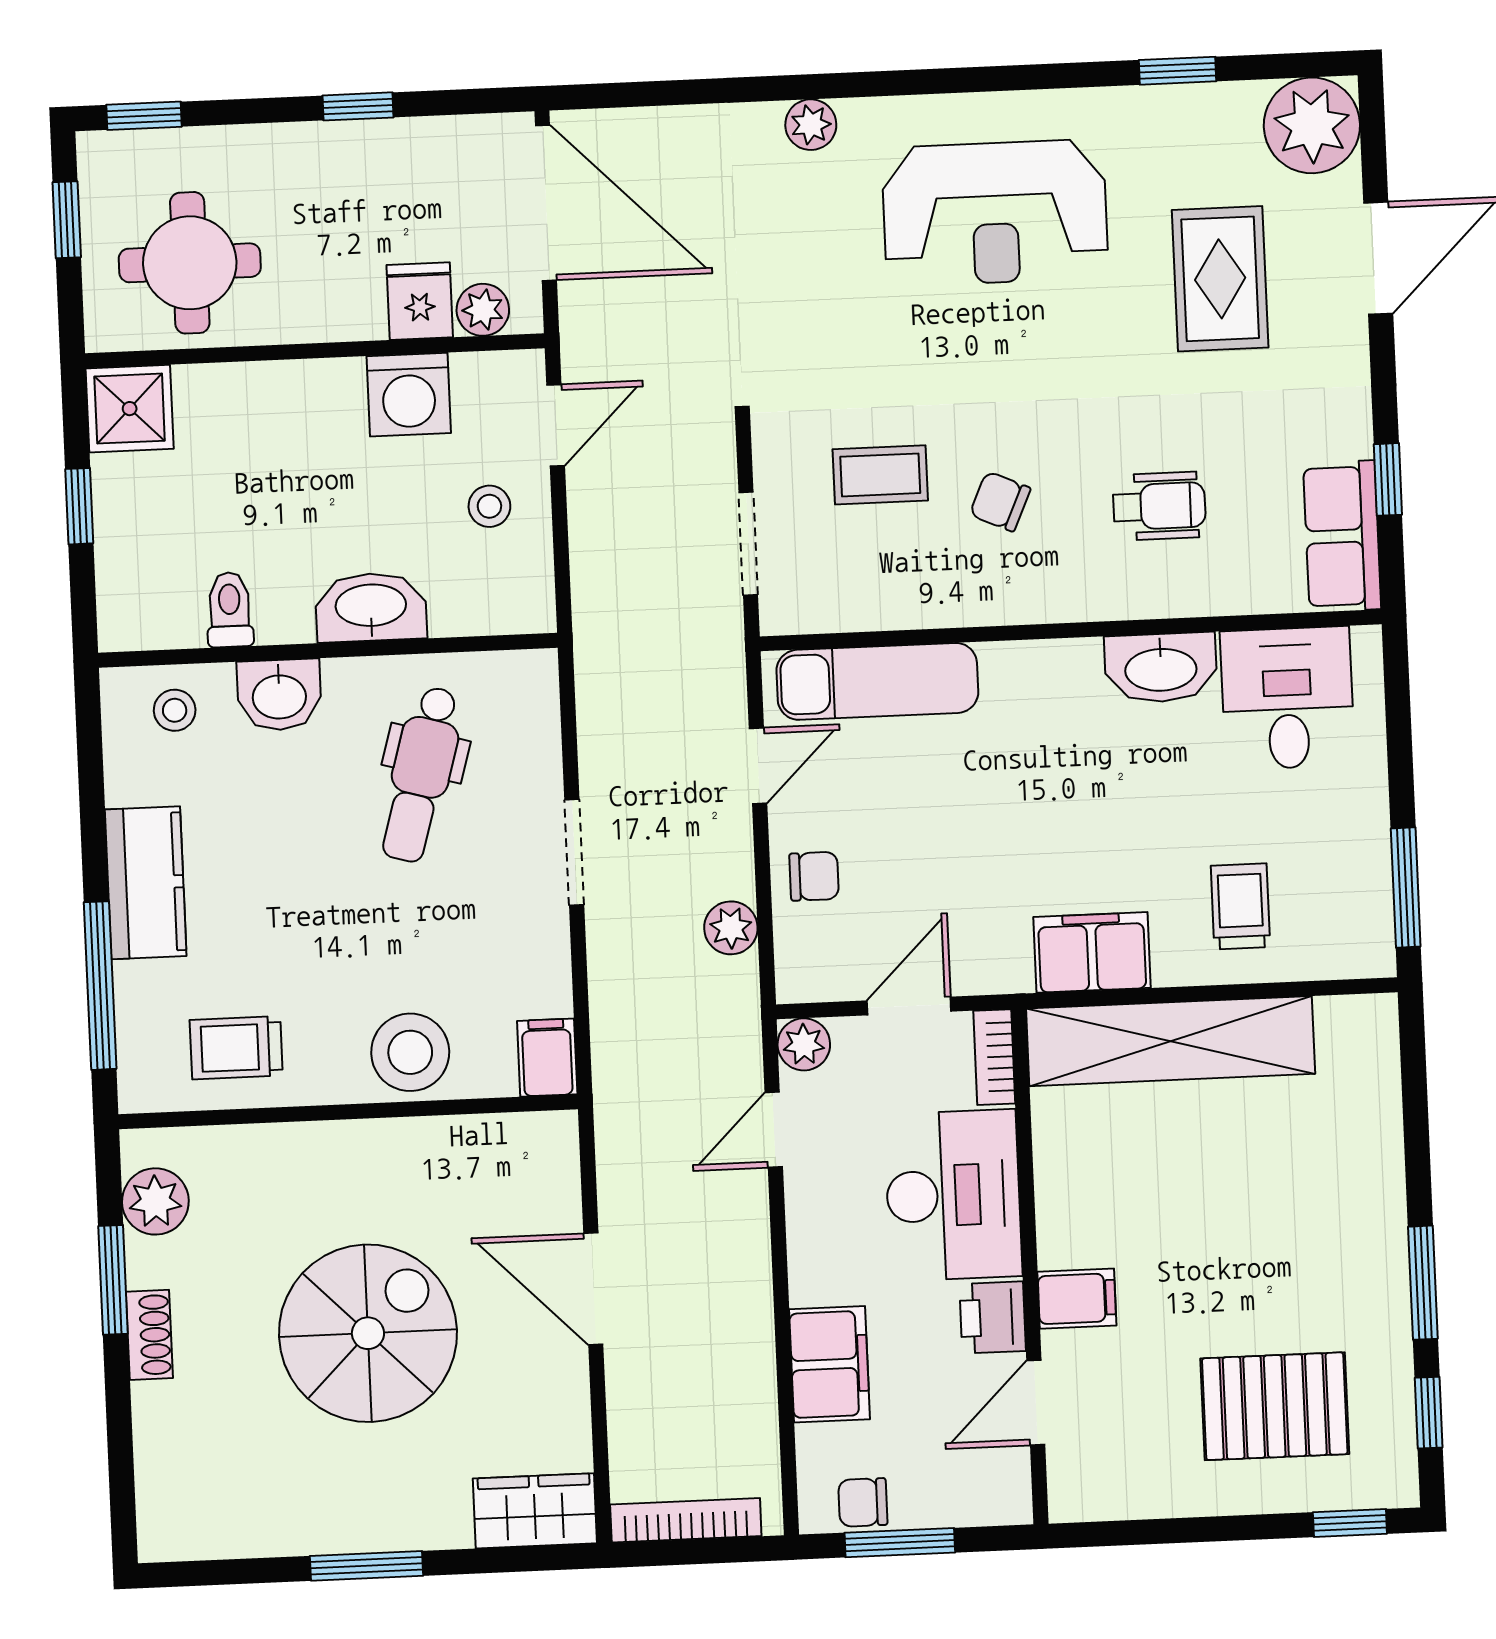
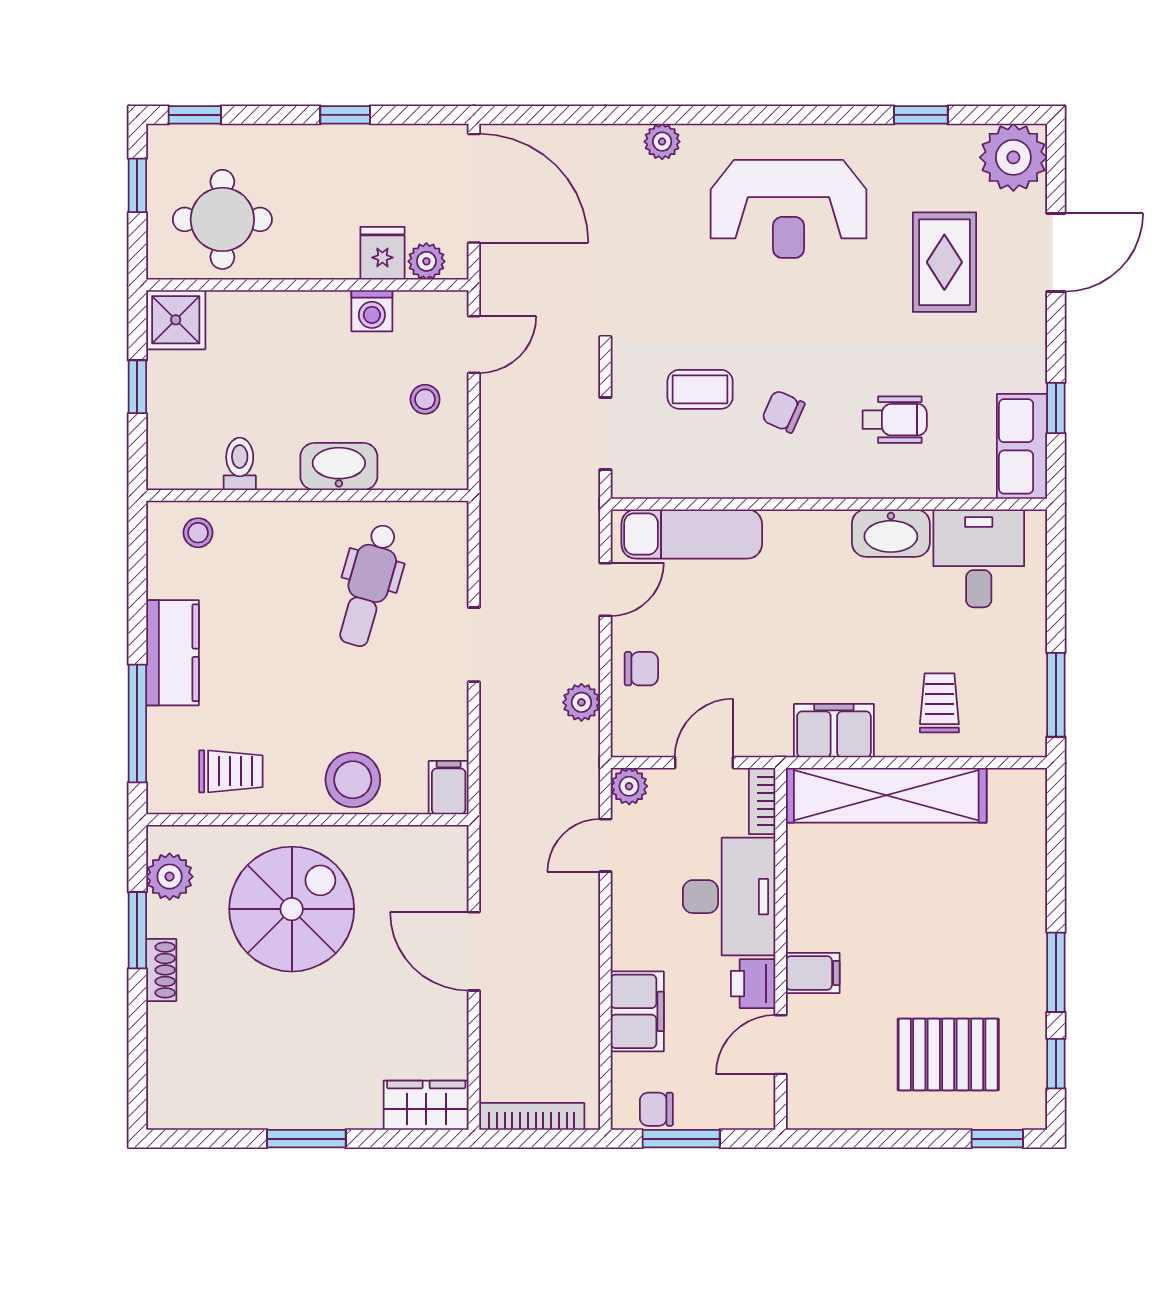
washing machine: (409, 395) -> (372, 311), width x0.73, depth x0.73
washbasin: (279, 695) -> (272, 525), removed
trolley: (236, 1048) -> (231, 771), turned 180
spiral stairs: (368, 1333) -> (292, 909), moved

